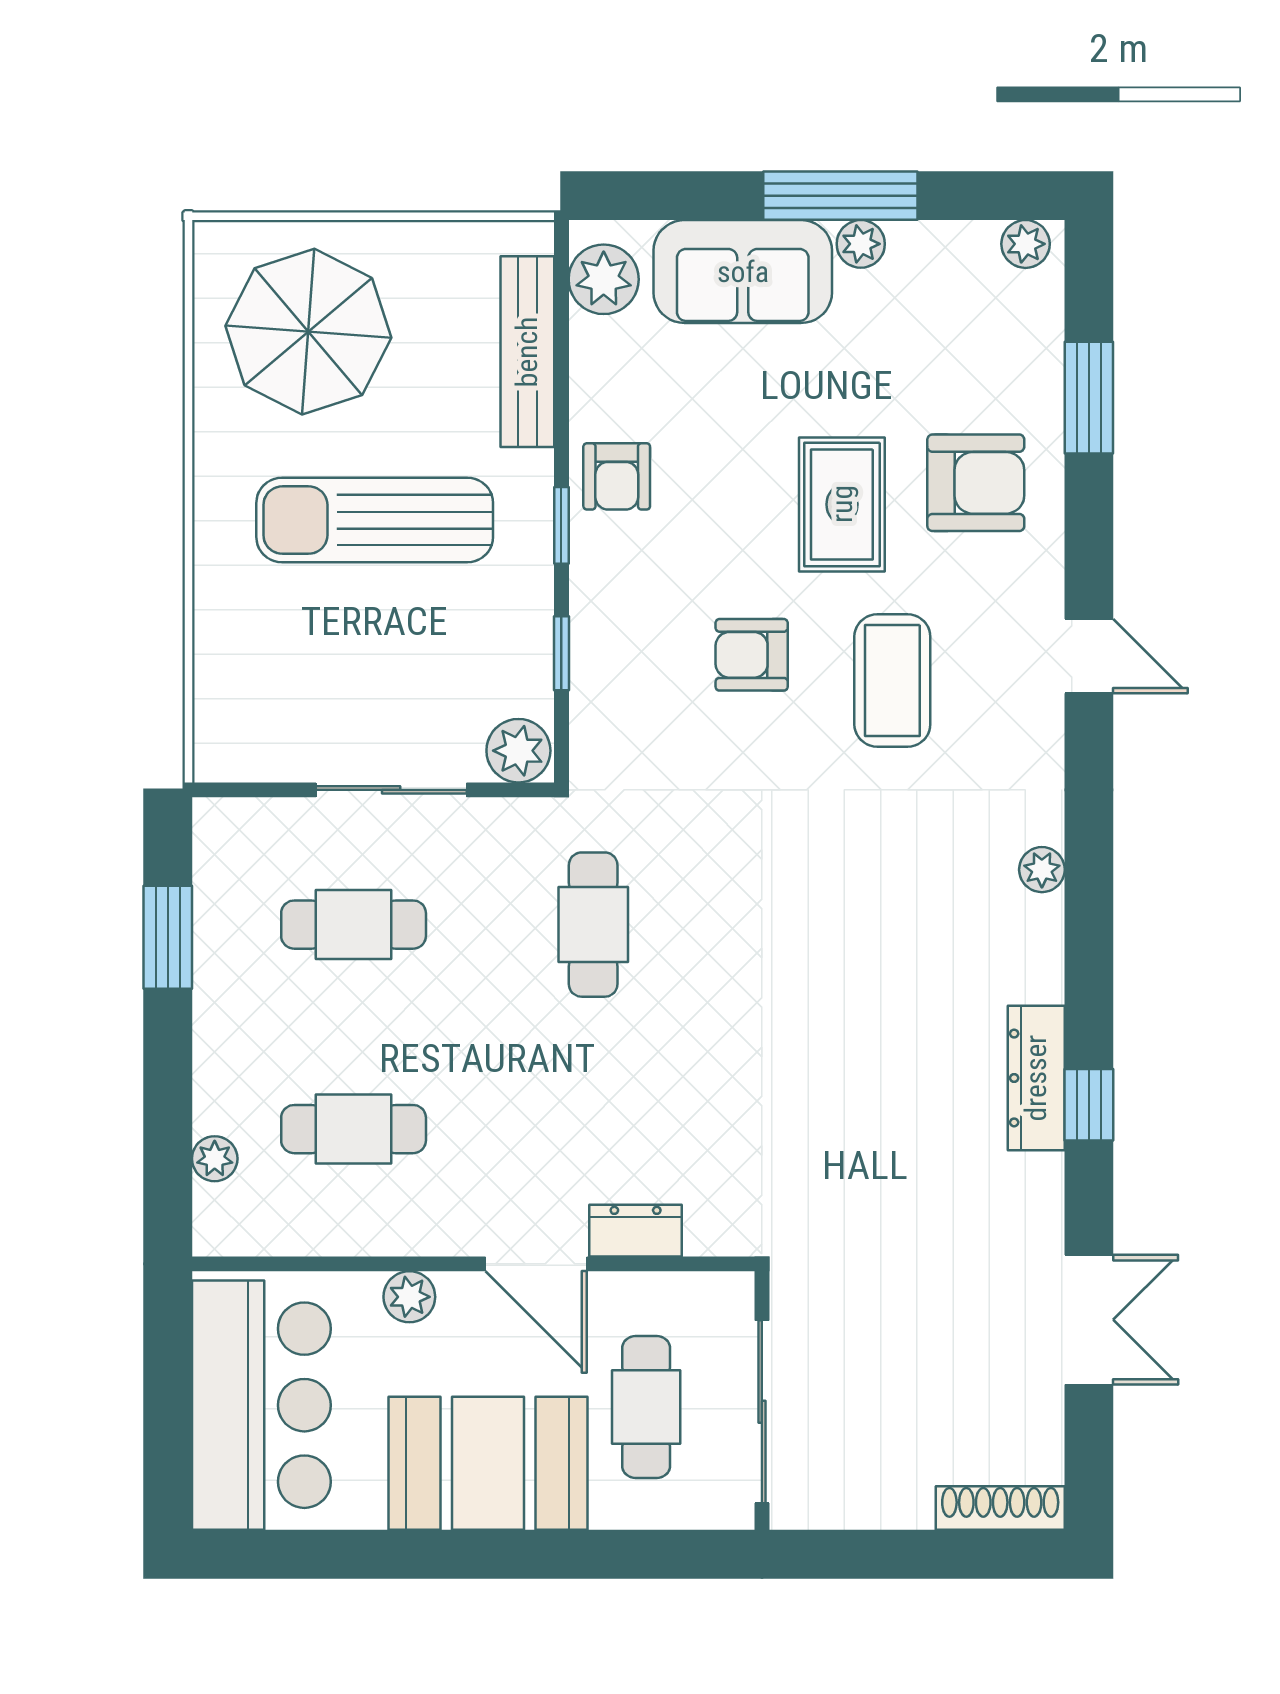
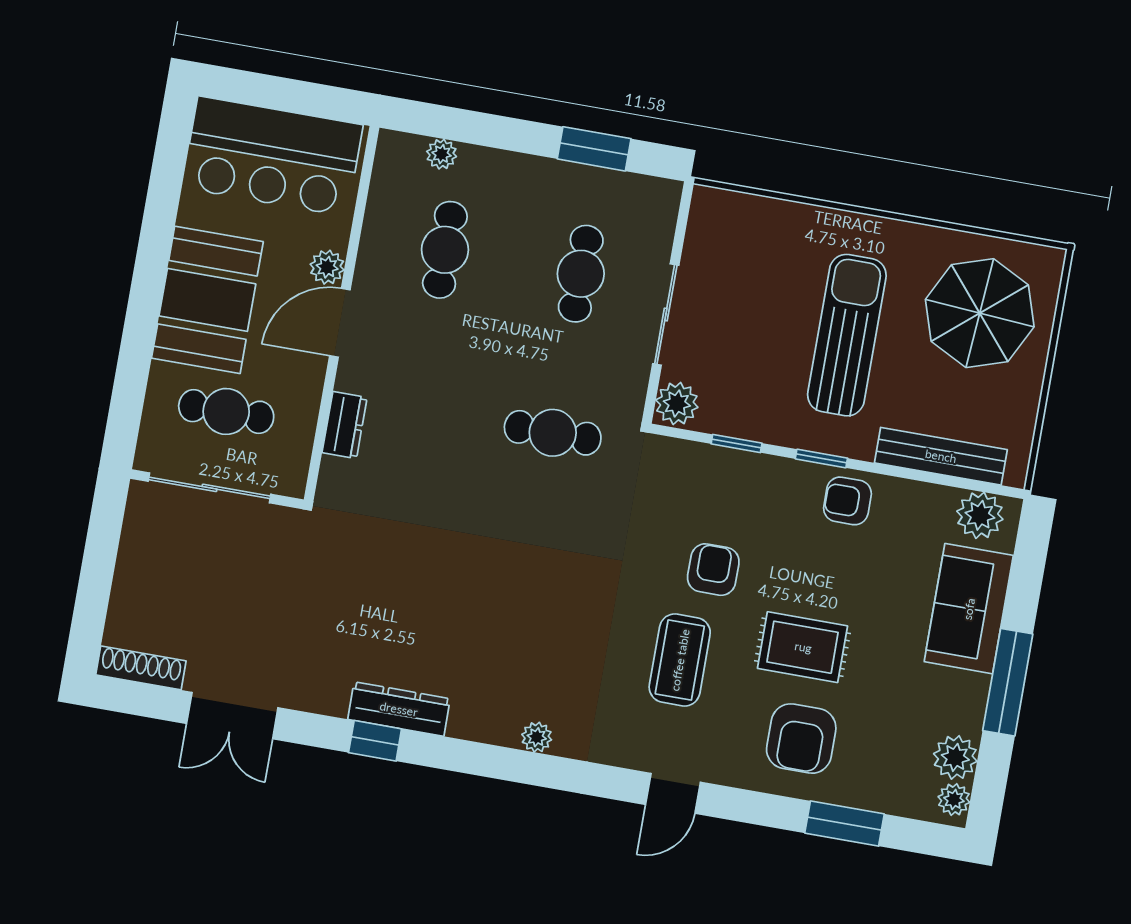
plant: (861, 244) -> (955, 757), moved, width x1.38, depth x1.38
coffee table: (892, 680) -> (680, 660), turned 90
door: (536, 1264) -> (340, 323), moved
shoe rack: (1000, 1508) -> (141, 668), moved, turned -90

